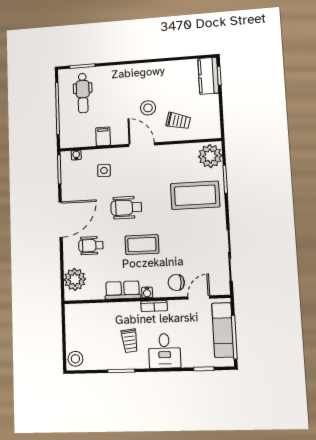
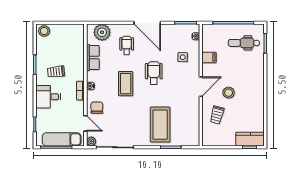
plant: (210, 156) -> (91, 141), moved, width x0.53, depth x0.53
row of seats: (123, 290) -> (93, 58), moved

